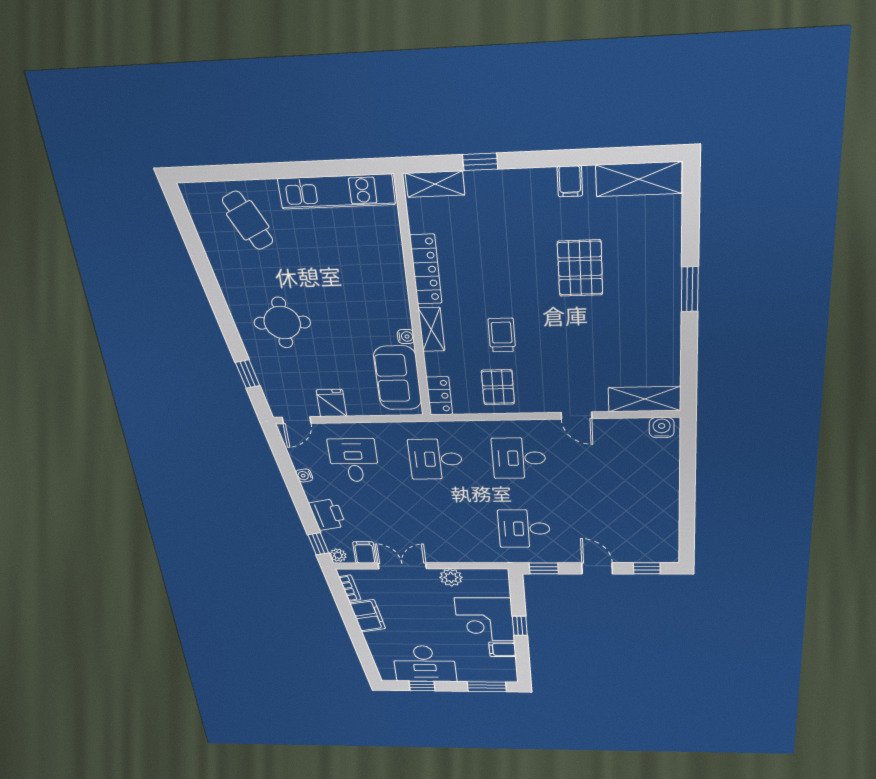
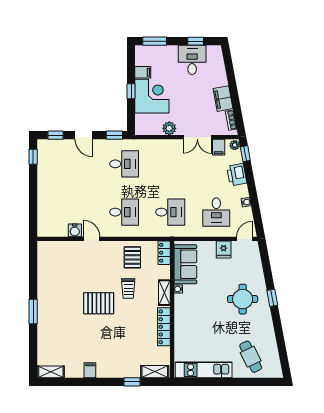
shelving: (639, 179) -> (51, 372), width x0.67, depth x0.75
pallet: (580, 268) -> (99, 303), moved, turned 90
window: (248, 374) -> (272, 298), moved
shelving: (645, 399) -> (56, 248), removed
water cooler: (662, 428) -> (75, 230), moved
window: (687, 538) -> (33, 157), added
desk: (424, 664) -> (192, 60), width x0.73

